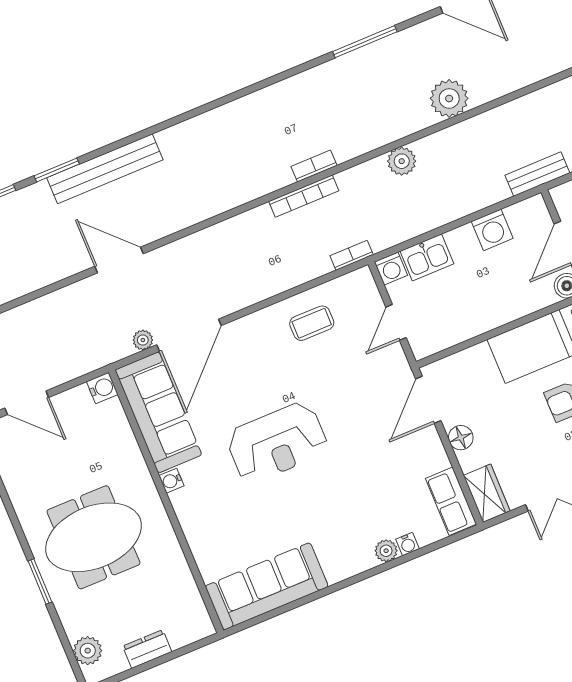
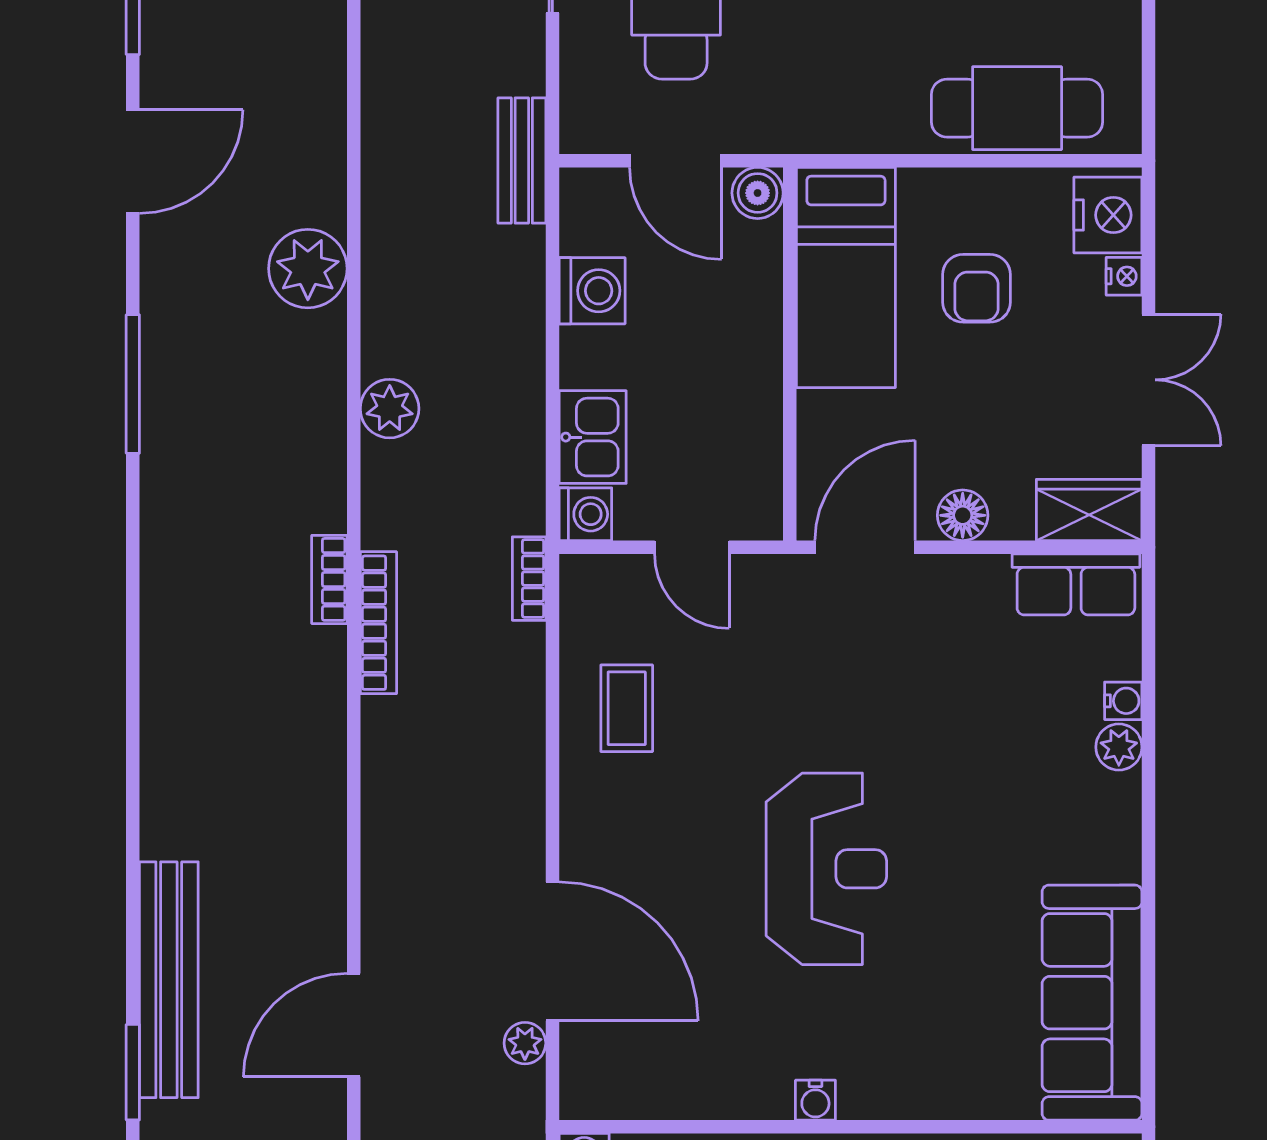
door: (428, 400) -> (865, 547), swing flipped
sofa: (158, 412) -> (675, 1071), removed

